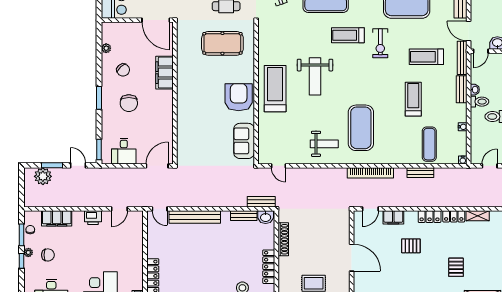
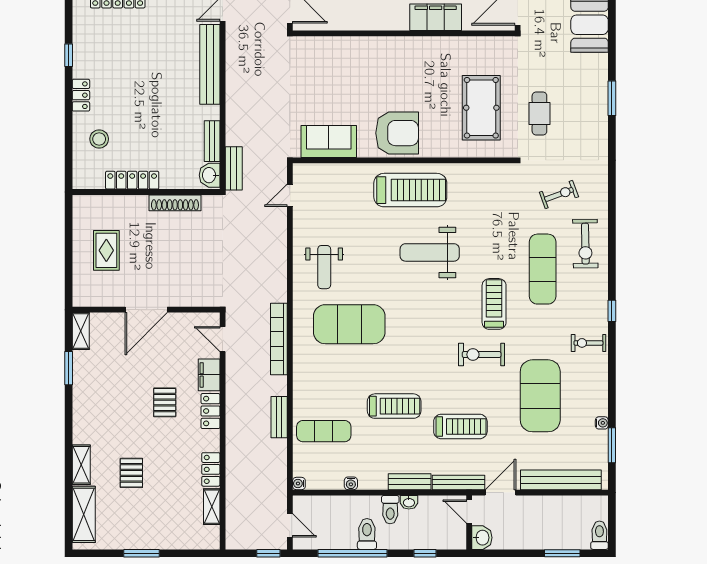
treadmill: (426, 57) -> (460, 426), turned 90
locker: (430, 217) -> (210, 411), moved
pallet: (456, 267) -> (131, 473), turned 90

